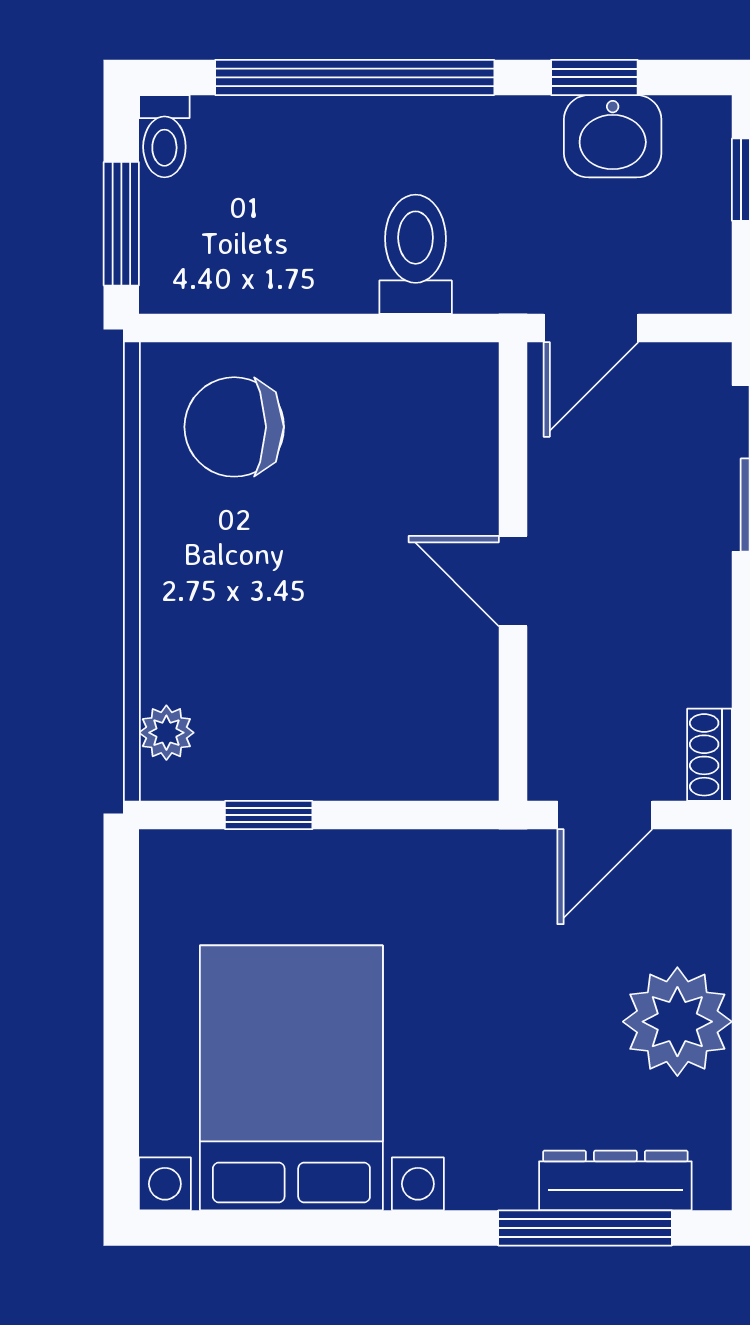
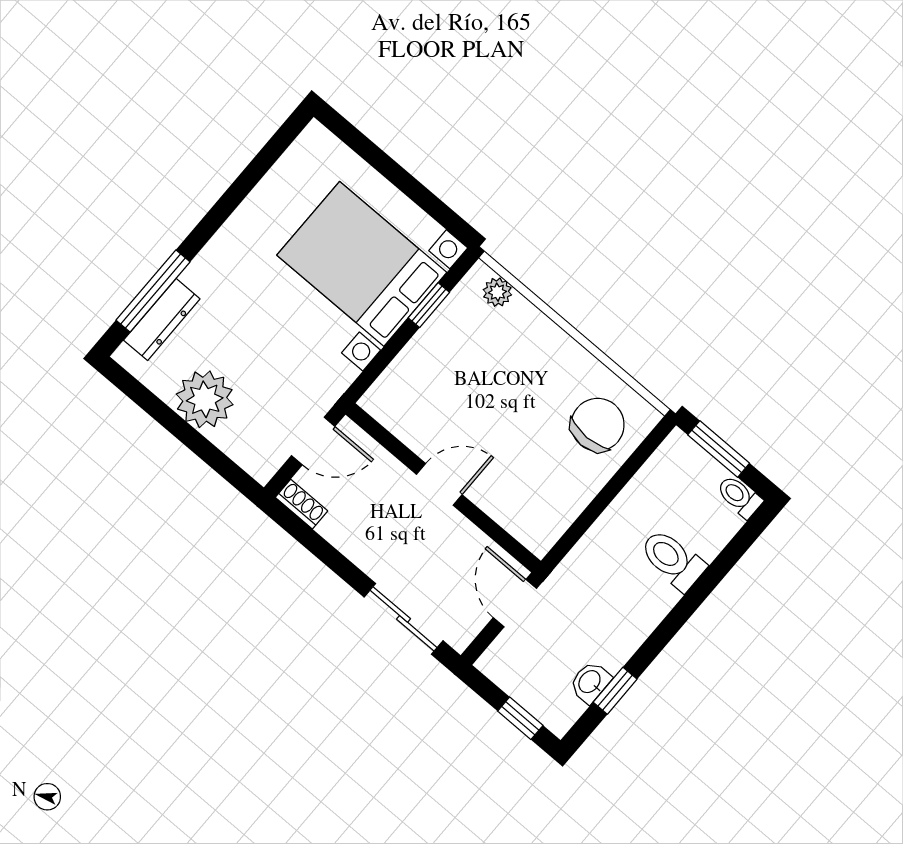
window: (355, 77) -> (698, 594), removed
washbasin: (613, 136) -> (590, 682), width x0.72, depth x0.69
toilet: (416, 254) -> (673, 560), moved, turned 180
door: (605, 815) -> (313, 441), swing flipped
bed with nightstands: (291, 1078) -> (362, 264), moved, turned 180

